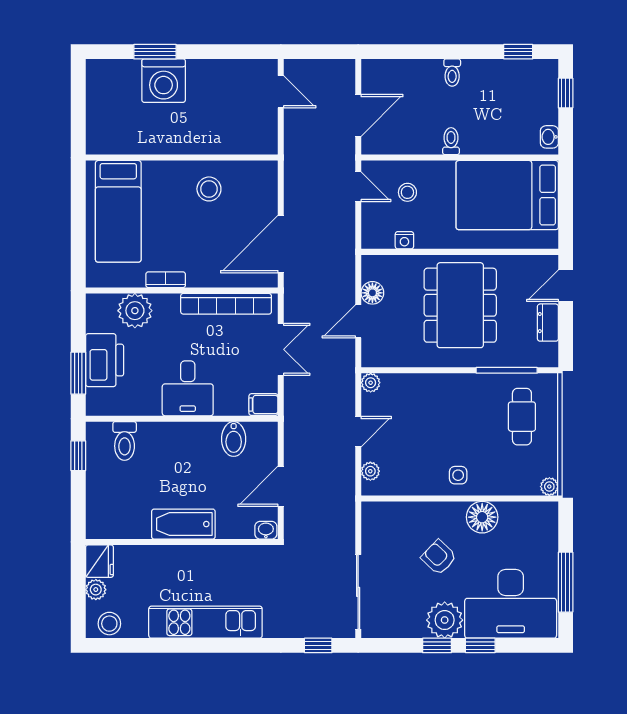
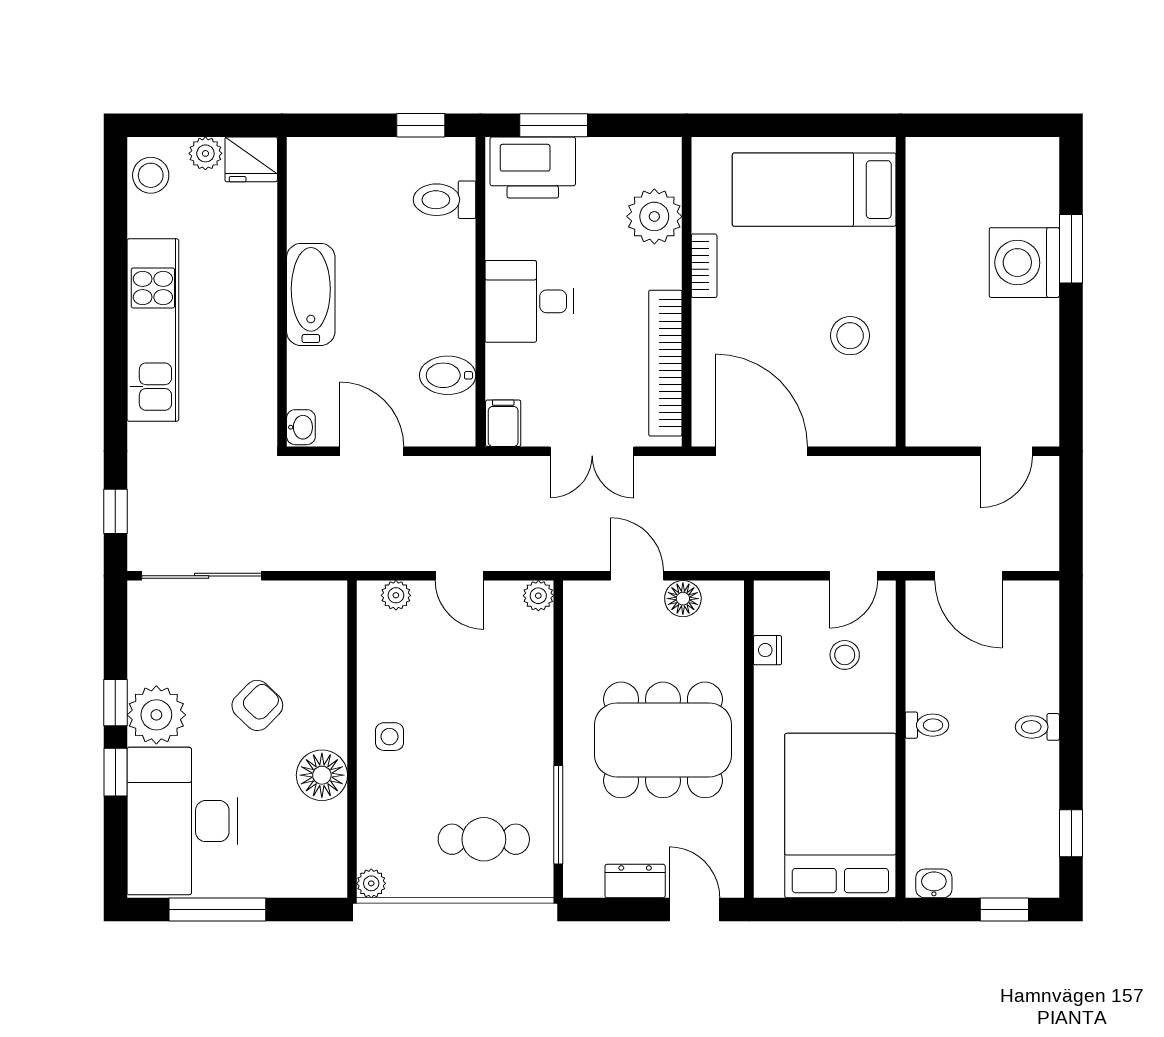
printer: (105, 360) -> (533, 168), moved

